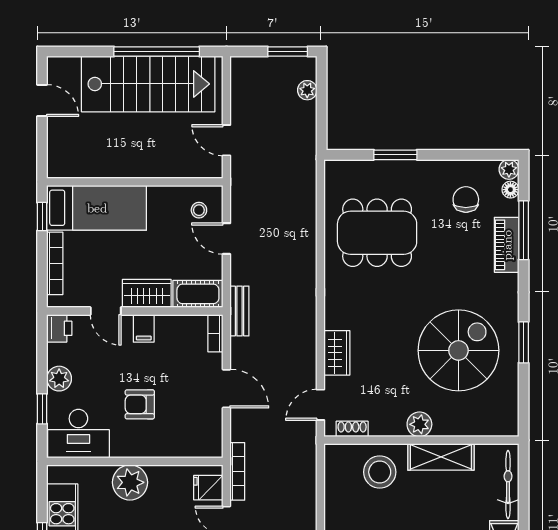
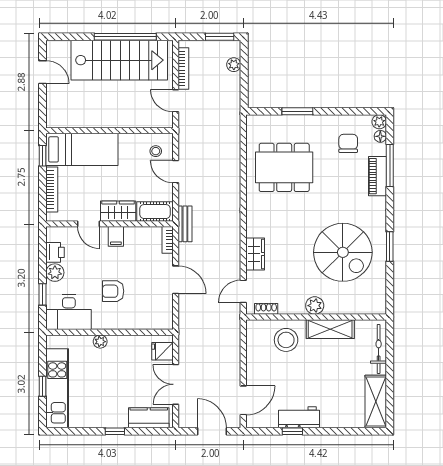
printer: (59, 328) -> (55, 252), moved
spiral stairs: (458, 350) -> (343, 252), turned 90
bookcase: (237, 471) -> (183, 68), moved
plant: (130, 482) -> (100, 342), width x0.53, depth x0.53

